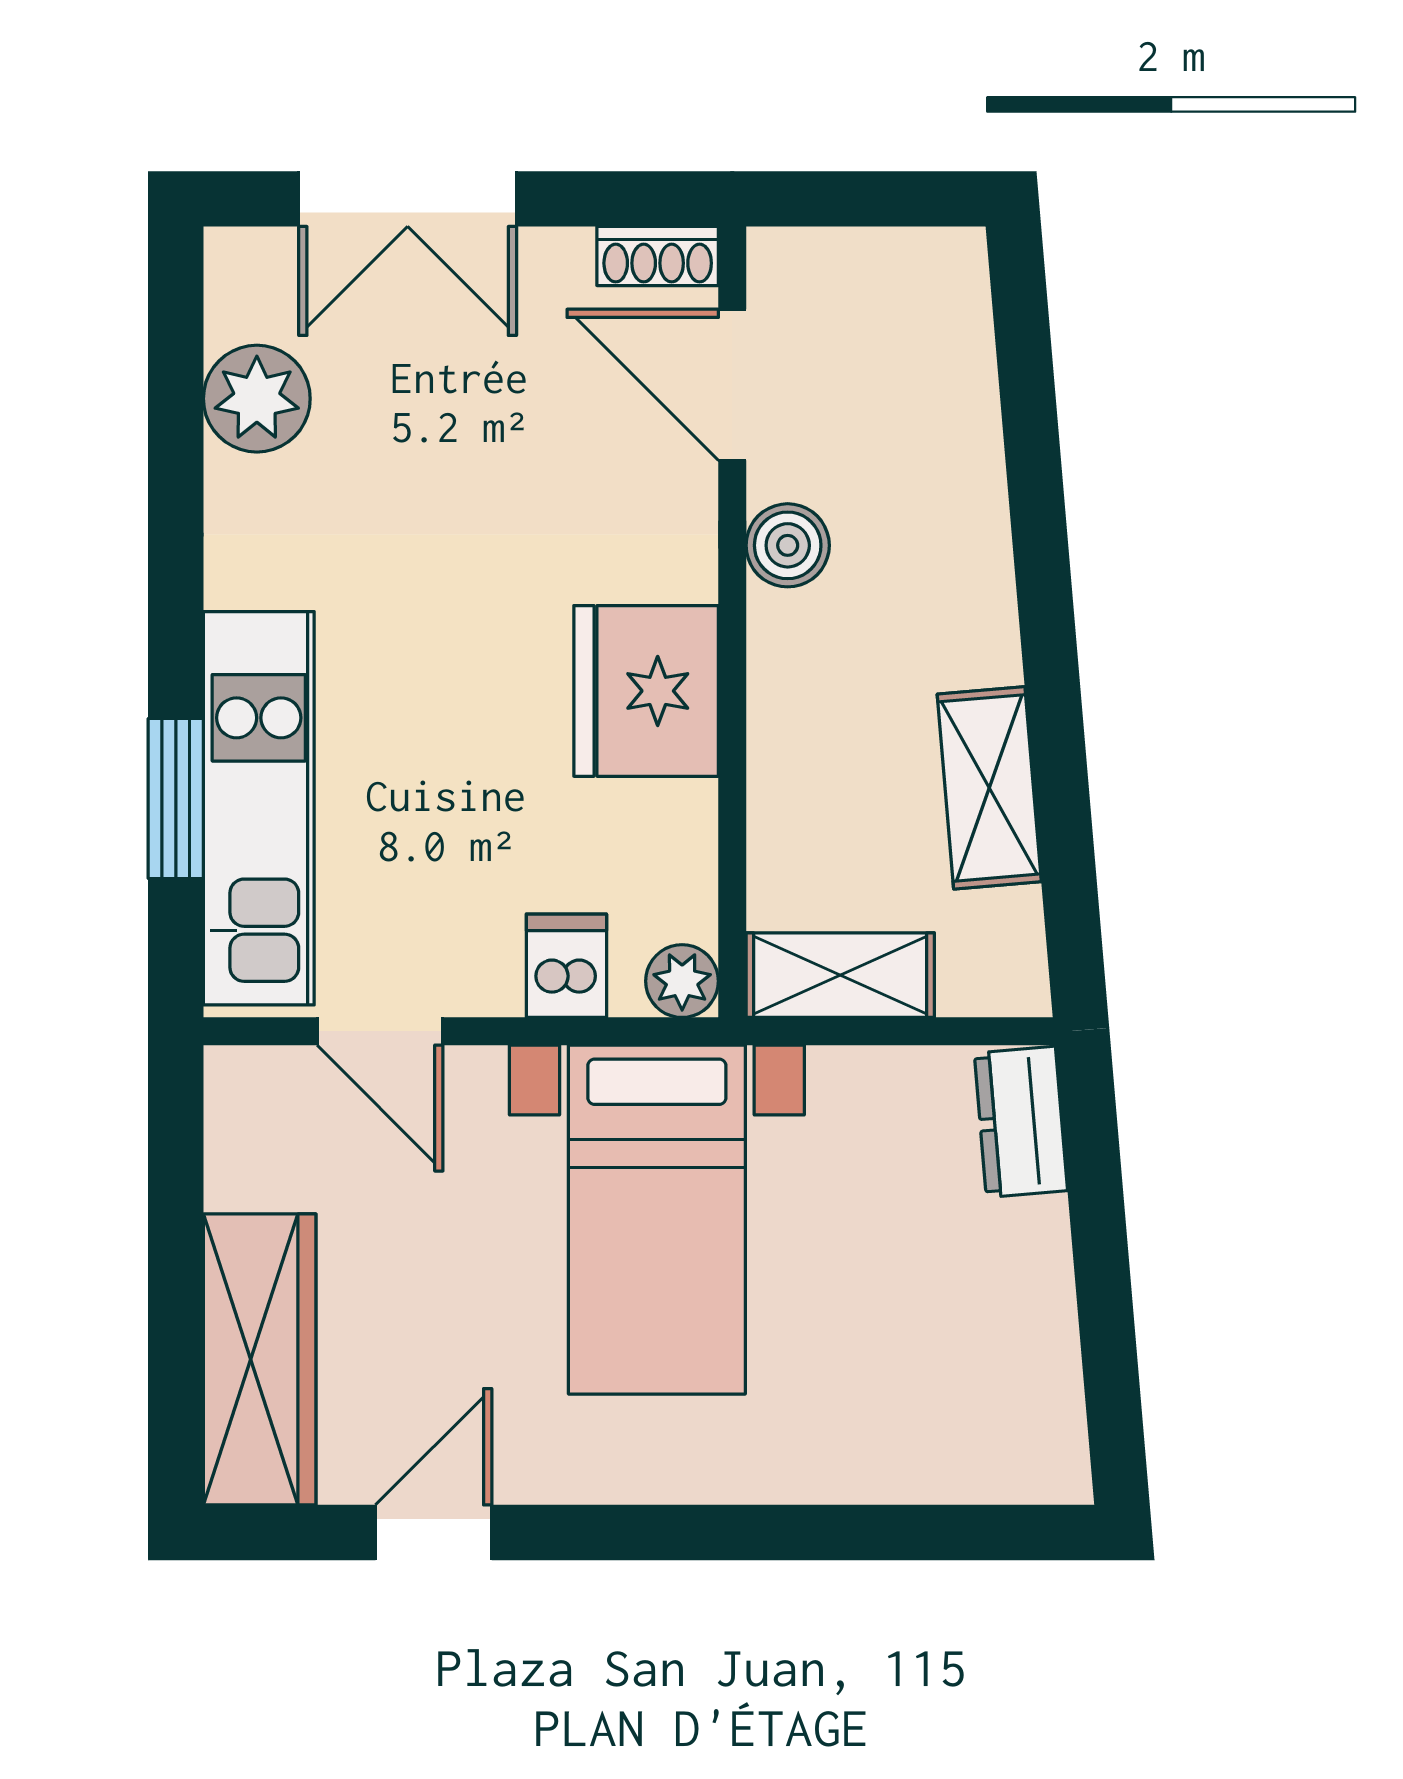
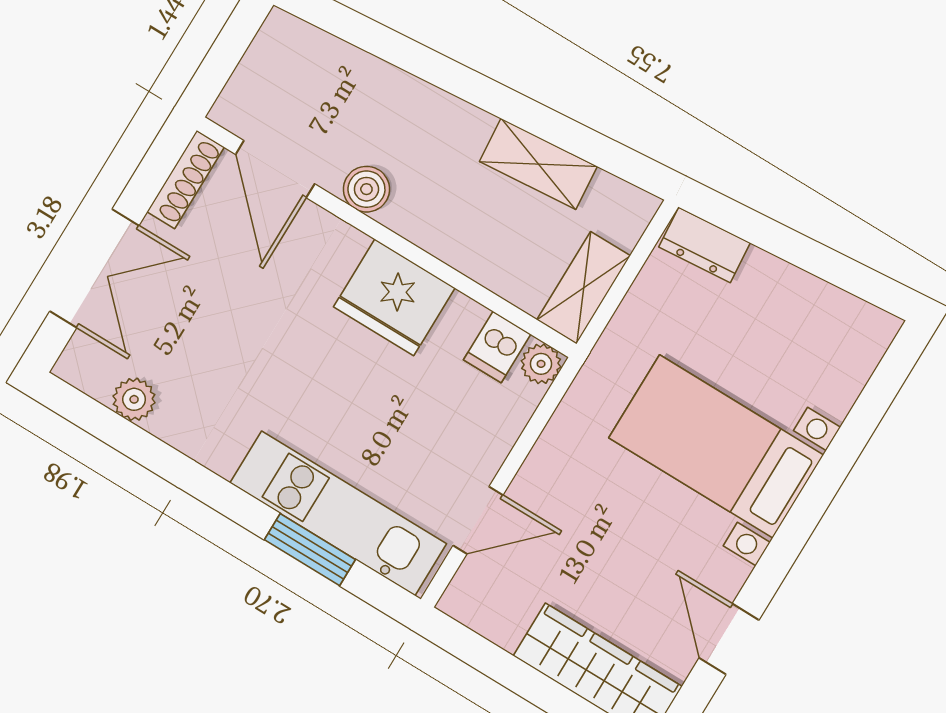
shoe rack: (658, 256) -> (186, 179), width x1.43
door: (732, 385) -> (275, 169), hinge flipped
plant: (257, 399) -> (134, 399), width x0.73, depth x0.73
dishwasher: (566, 966) -> (497, 347), moved, turned -90
bed with nightstands: (657, 1220) -> (716, 446), moved, turned 180

